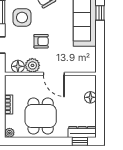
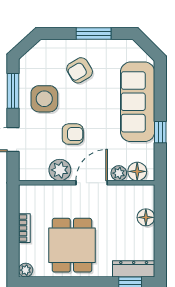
window: (100, 13) -> (160, 132), moved
floor lamp: (18, 66) -> (137, 171), moved
plant: (72, 68) -> (119, 173), added
door: (54, 74) -> (92, 183), swing flipped

